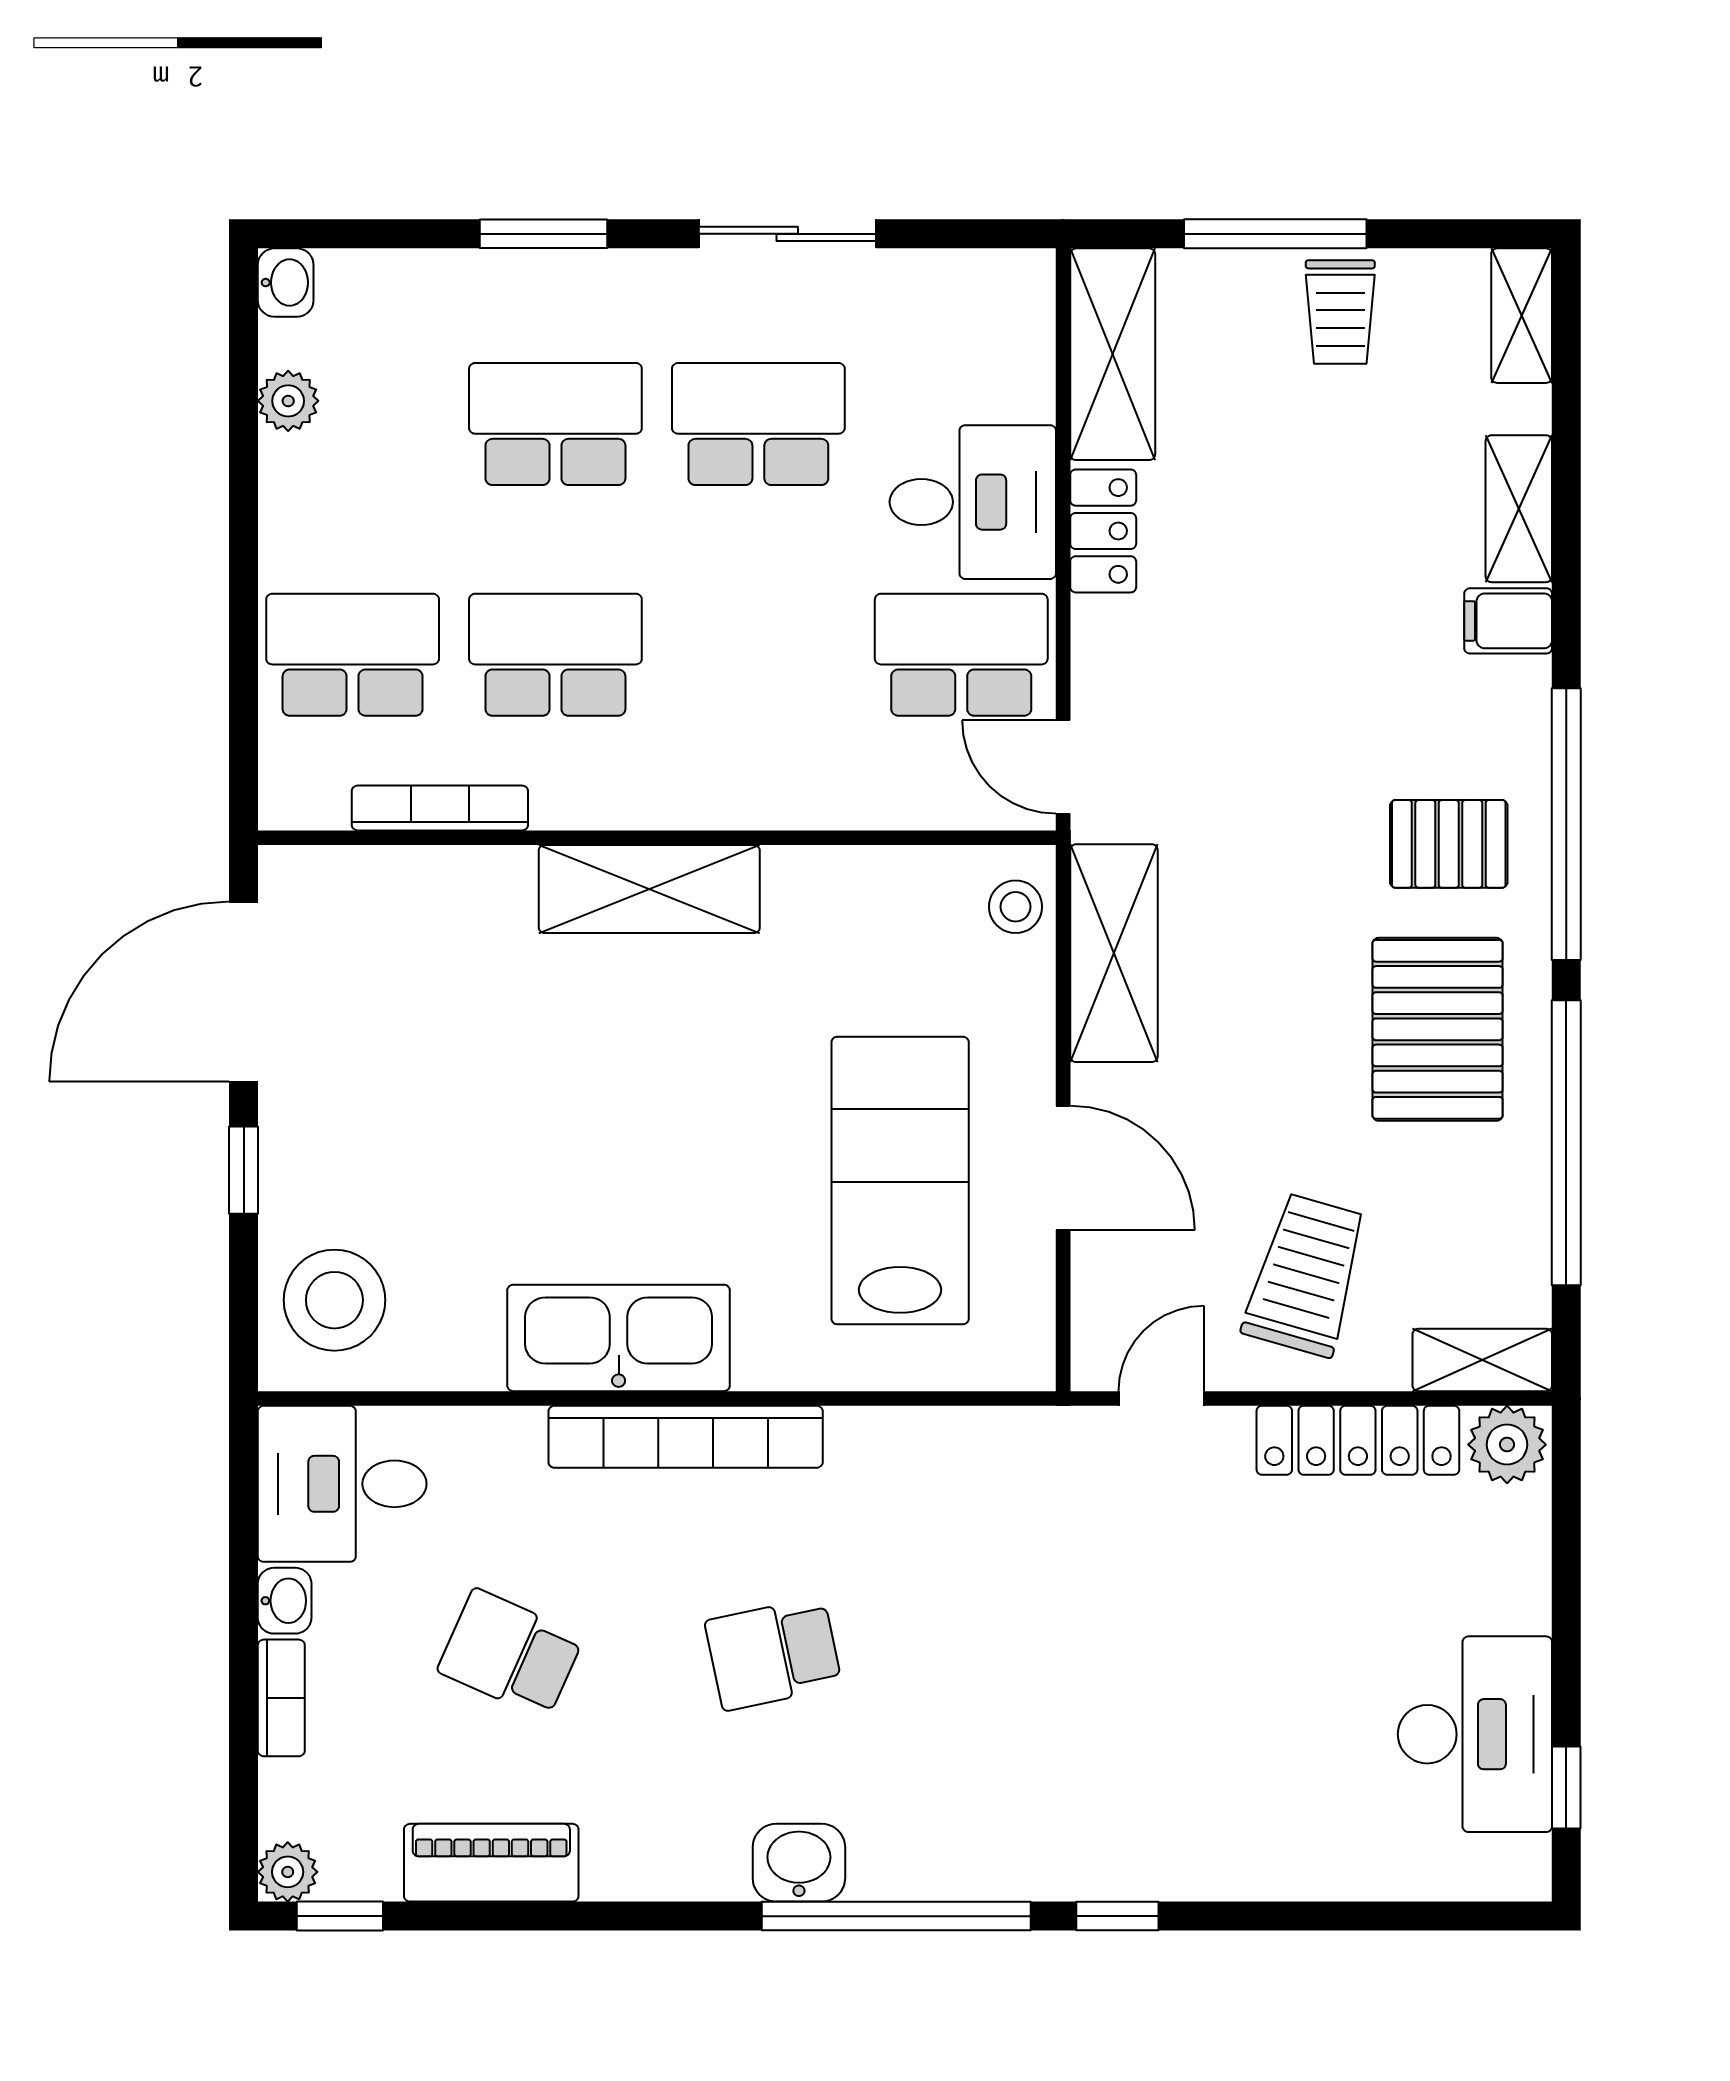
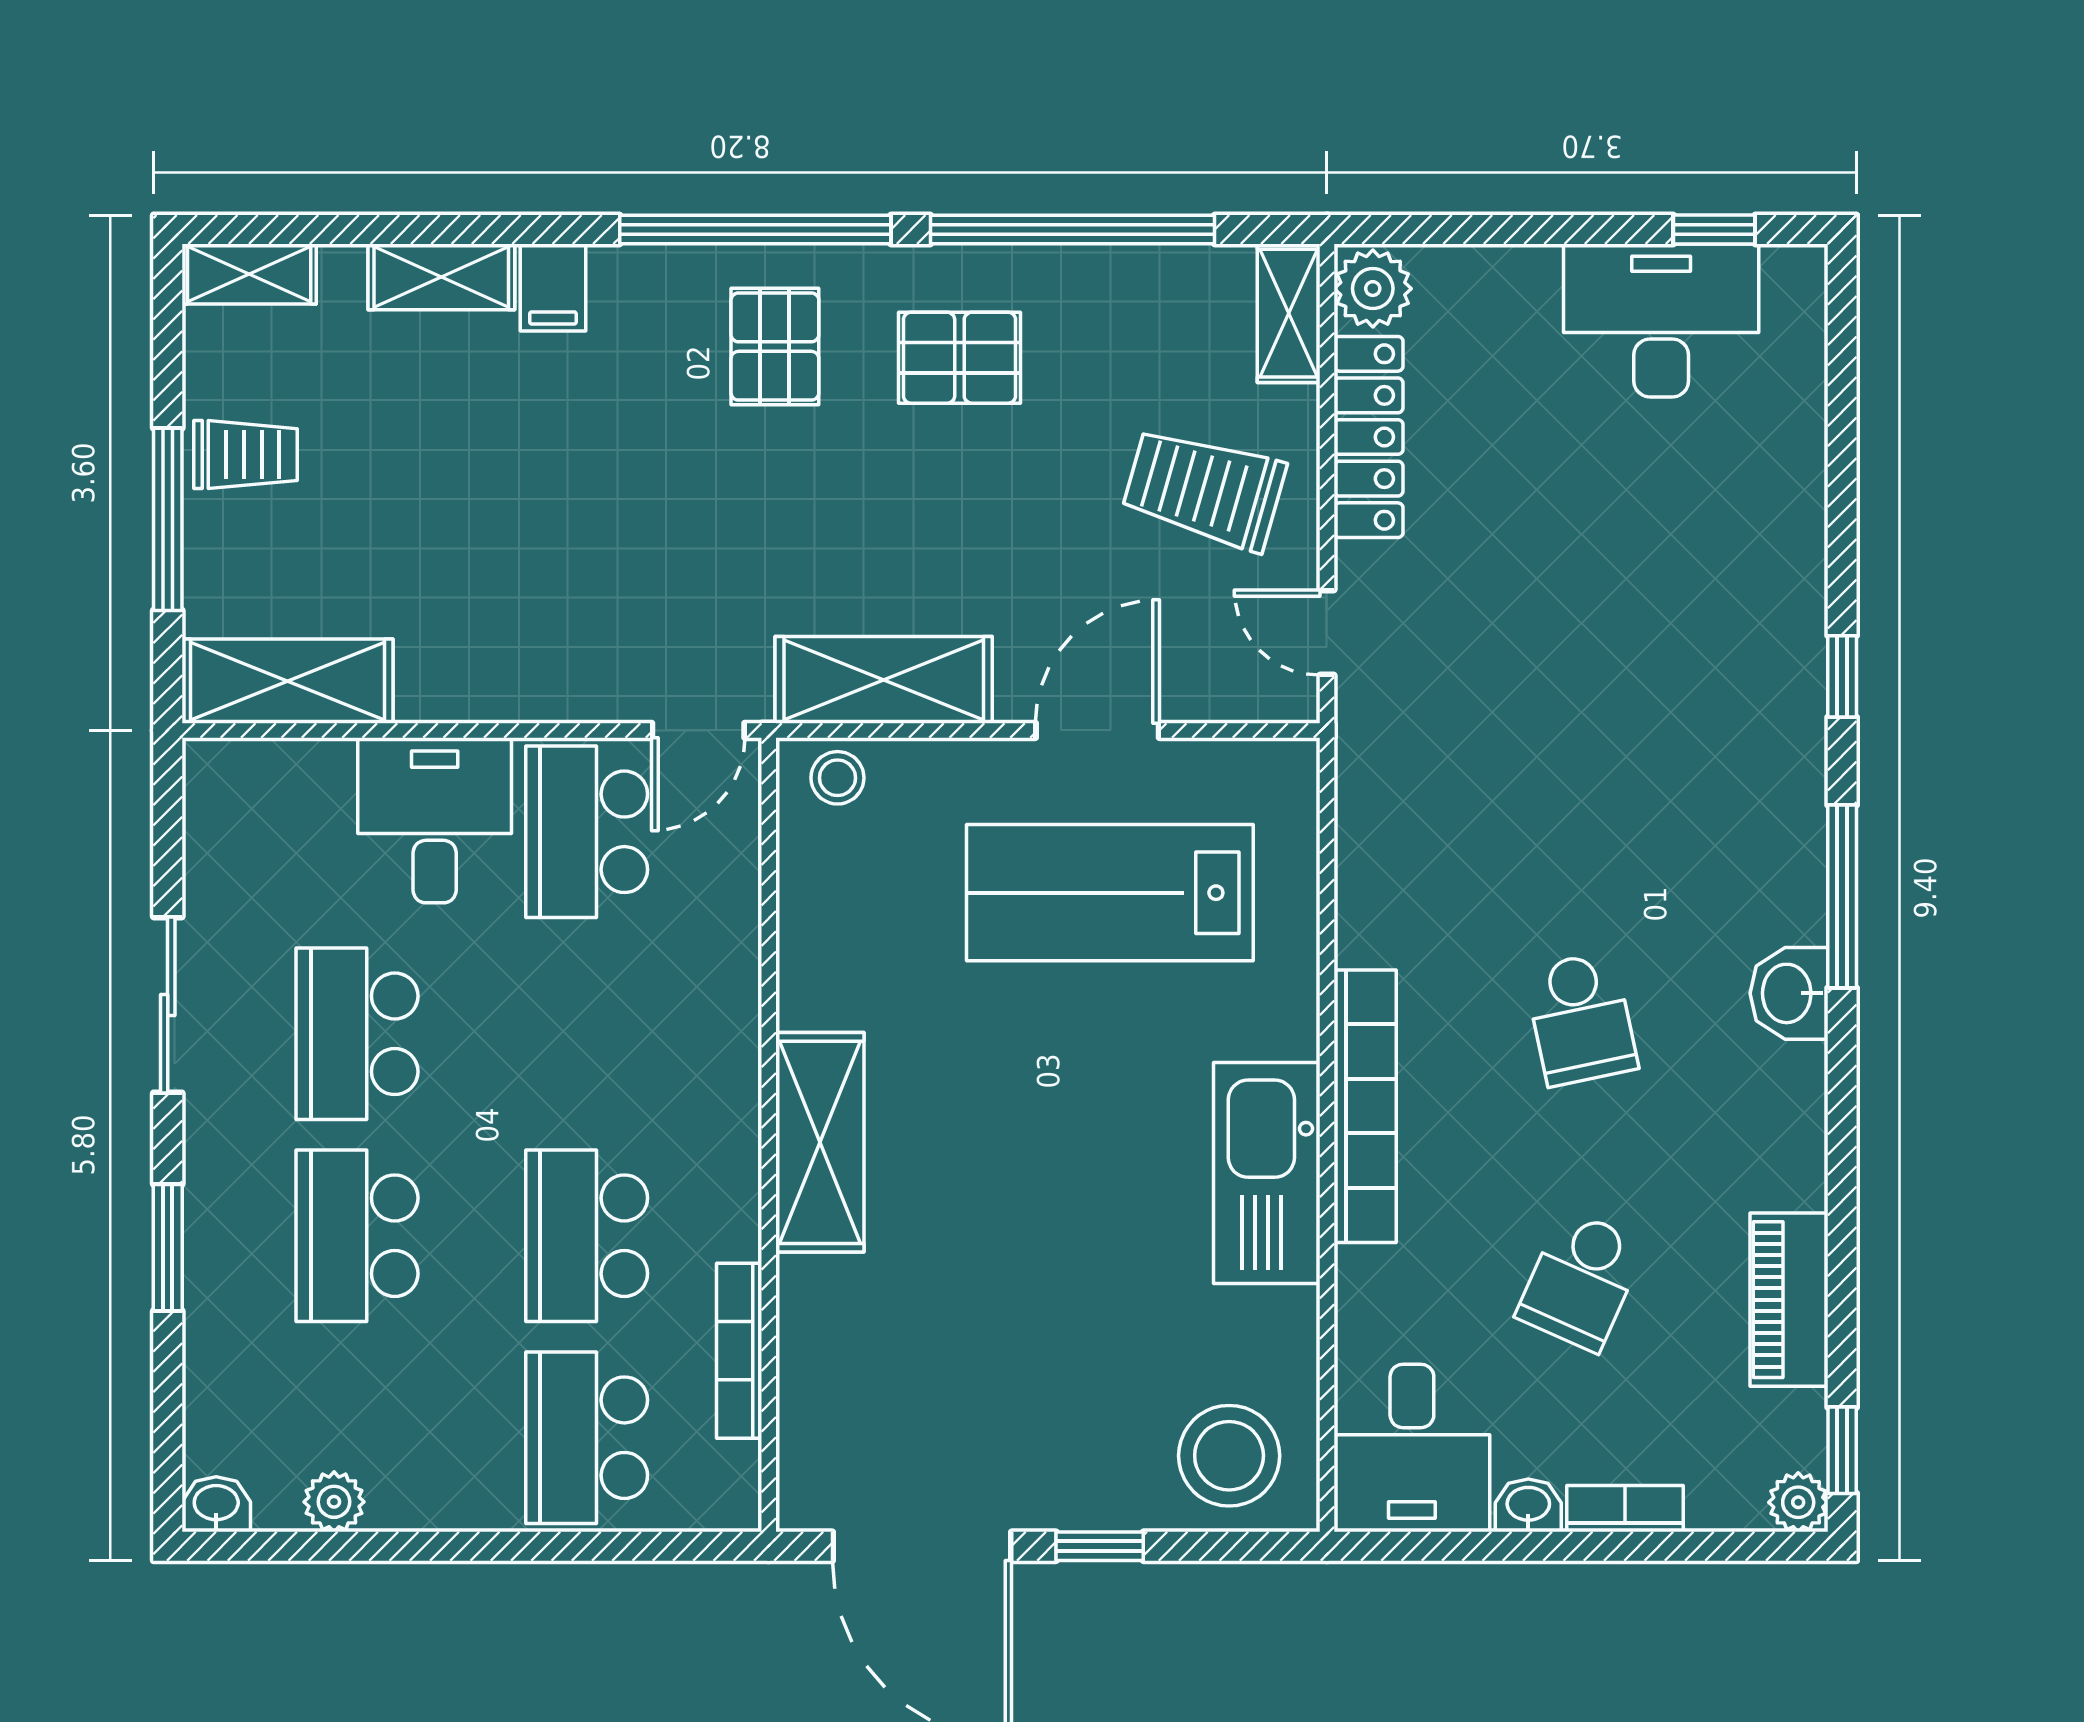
locker: (1103, 531) -> (463, 691), removed
pallet: (1438, 1029) -> (959, 358), width x0.67, depth x0.71
window: (896, 1916) -> (1842, 896), width x0.68

